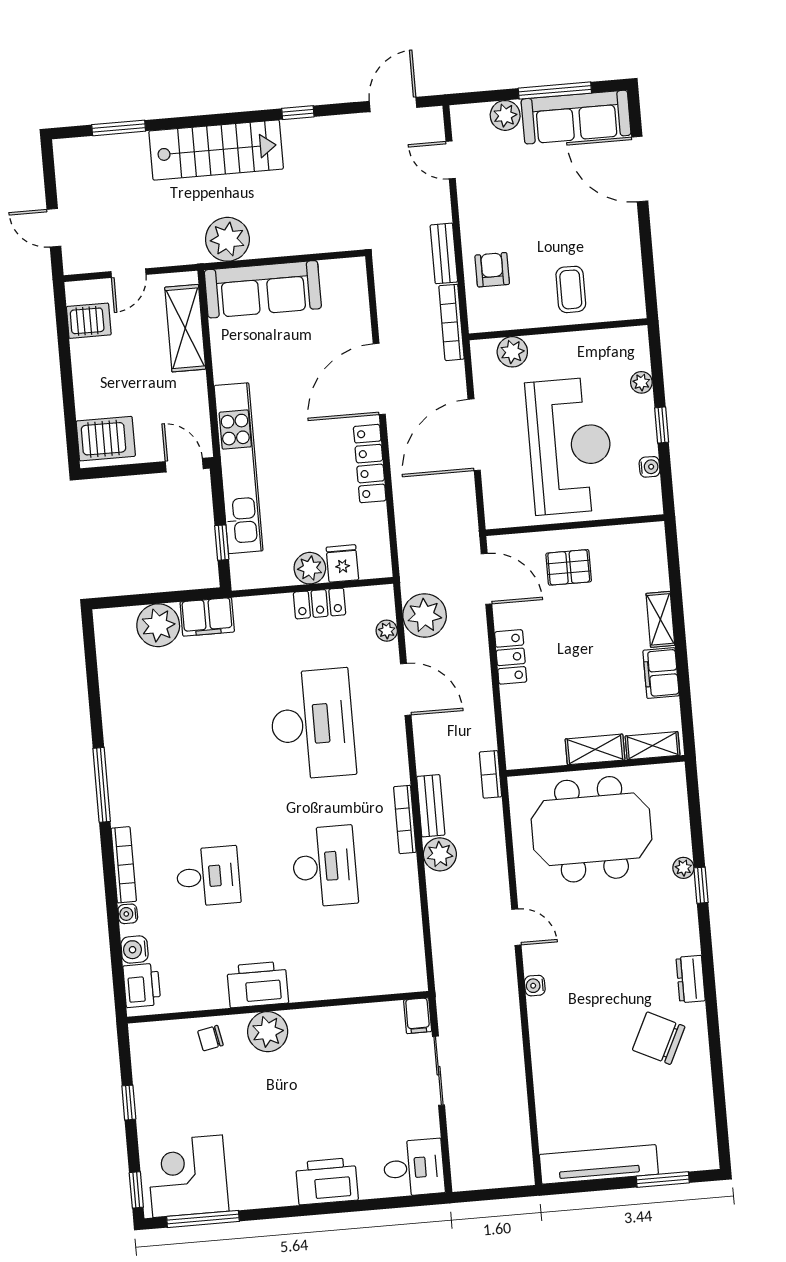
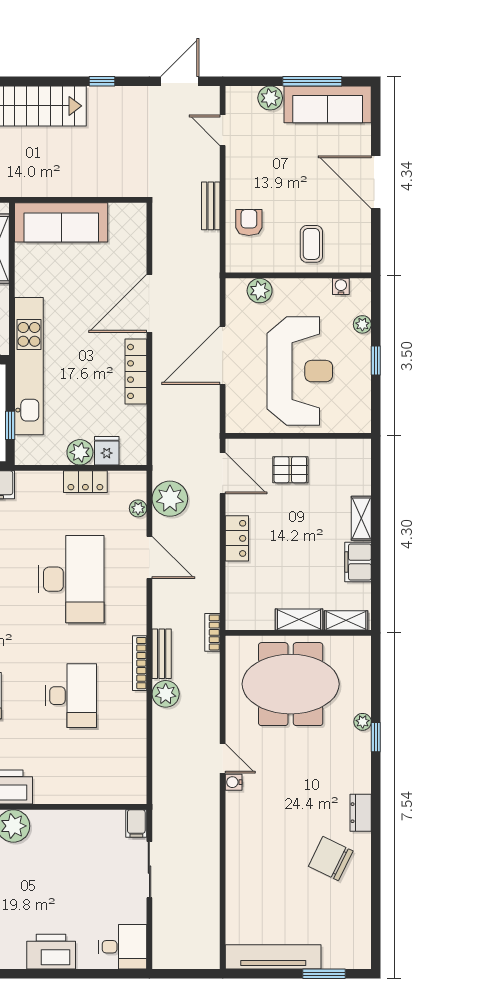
door: (640, 169) -> (376, 182), moved
plant: (227, 239) -> (36, 179), removed
bookcase: (451, 322) -> (212, 262), removed
water cooler: (650, 467) -> (341, 286), moved, turned -90
water cooler: (535, 986) -> (234, 782), moved

